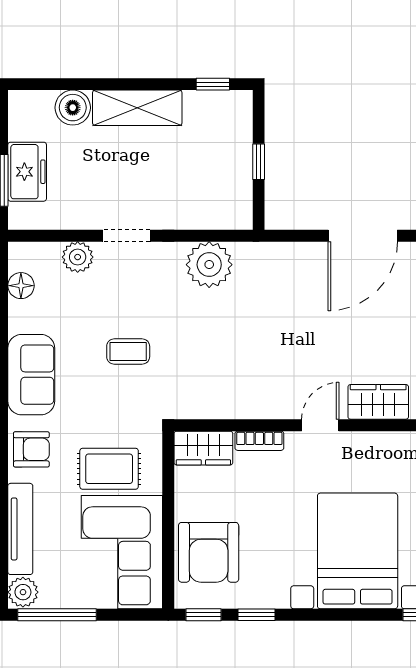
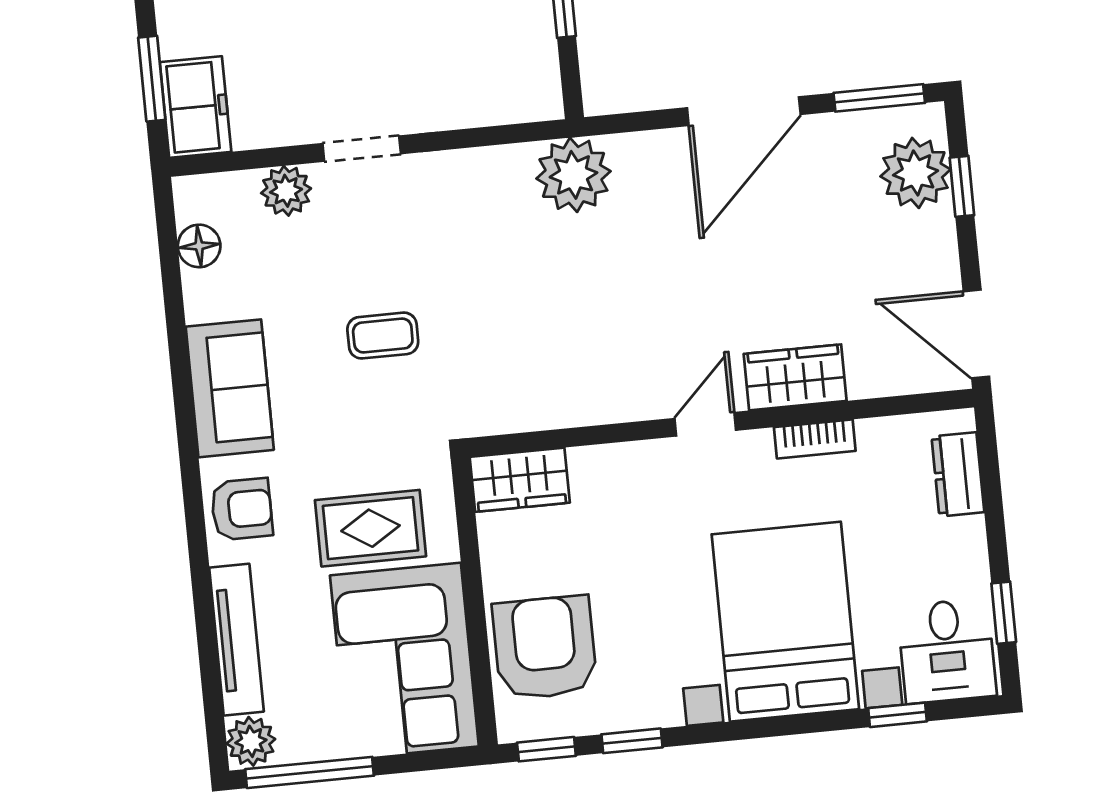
freezer: (27, 172) -> (195, 107), moved
plant: (209, 265) -> (573, 175), moved
bookcase: (259, 441) -> (815, 439), moved
armchair: (209, 552) -> (545, 648), turned 180

